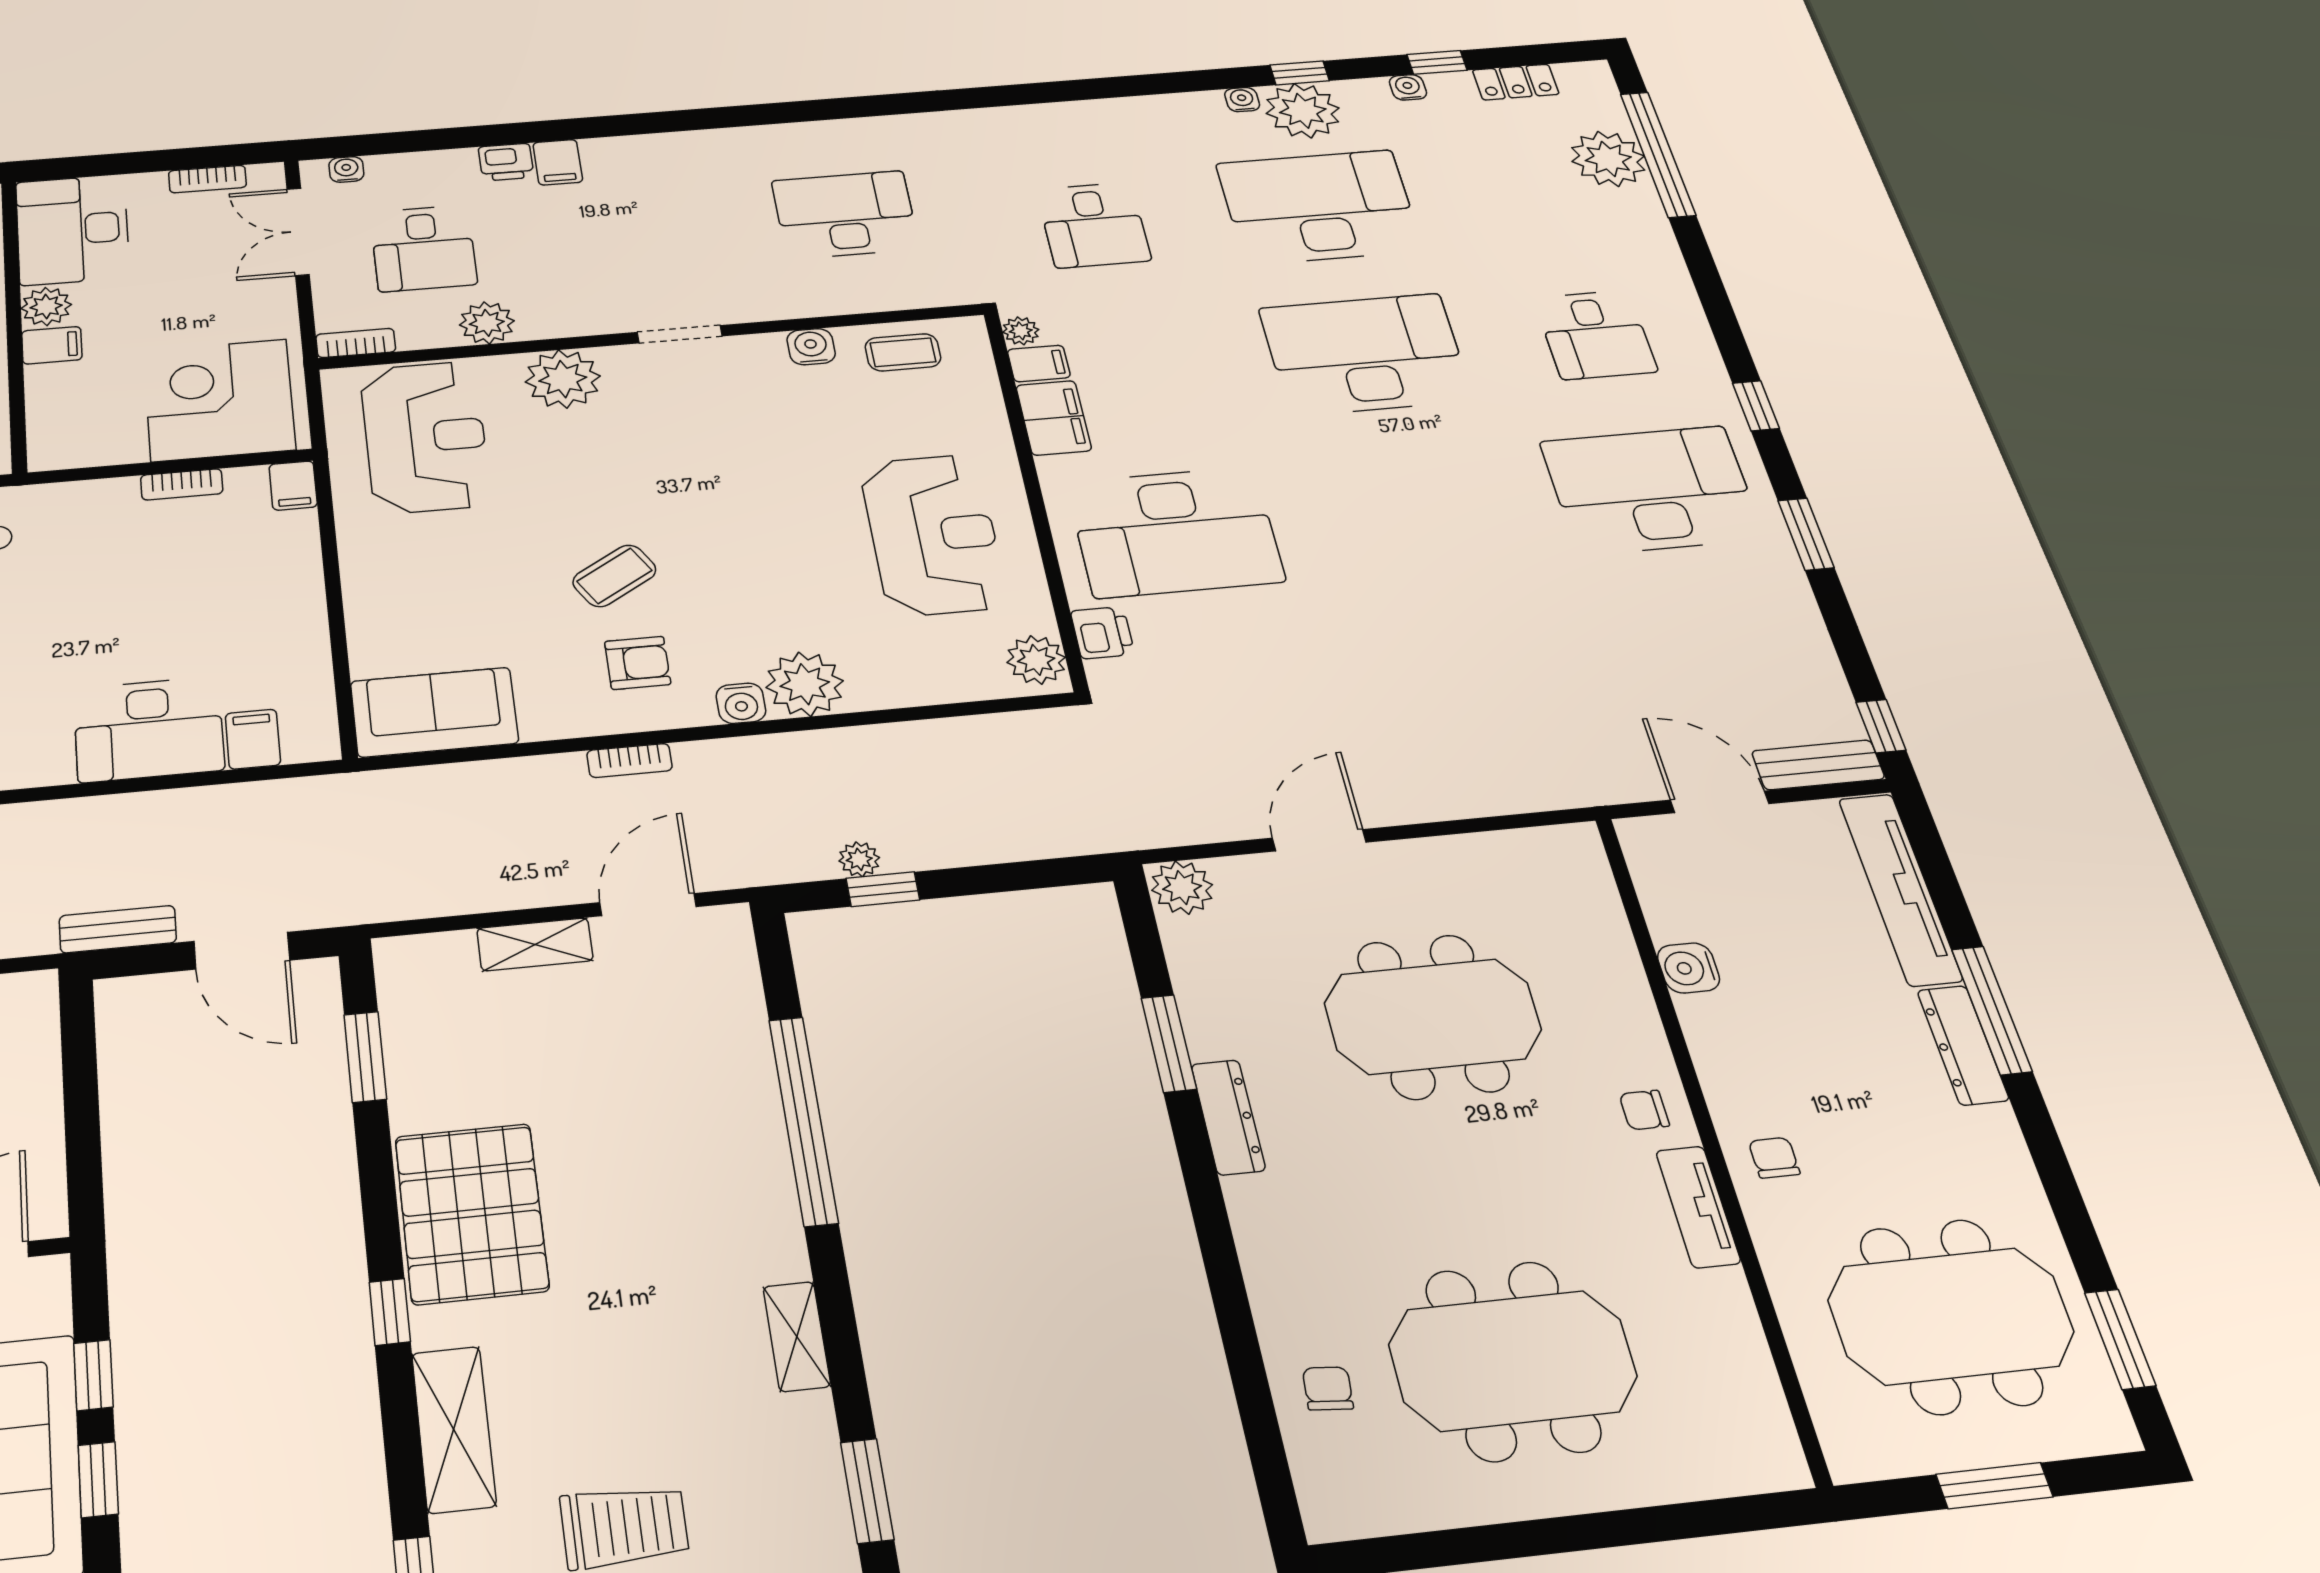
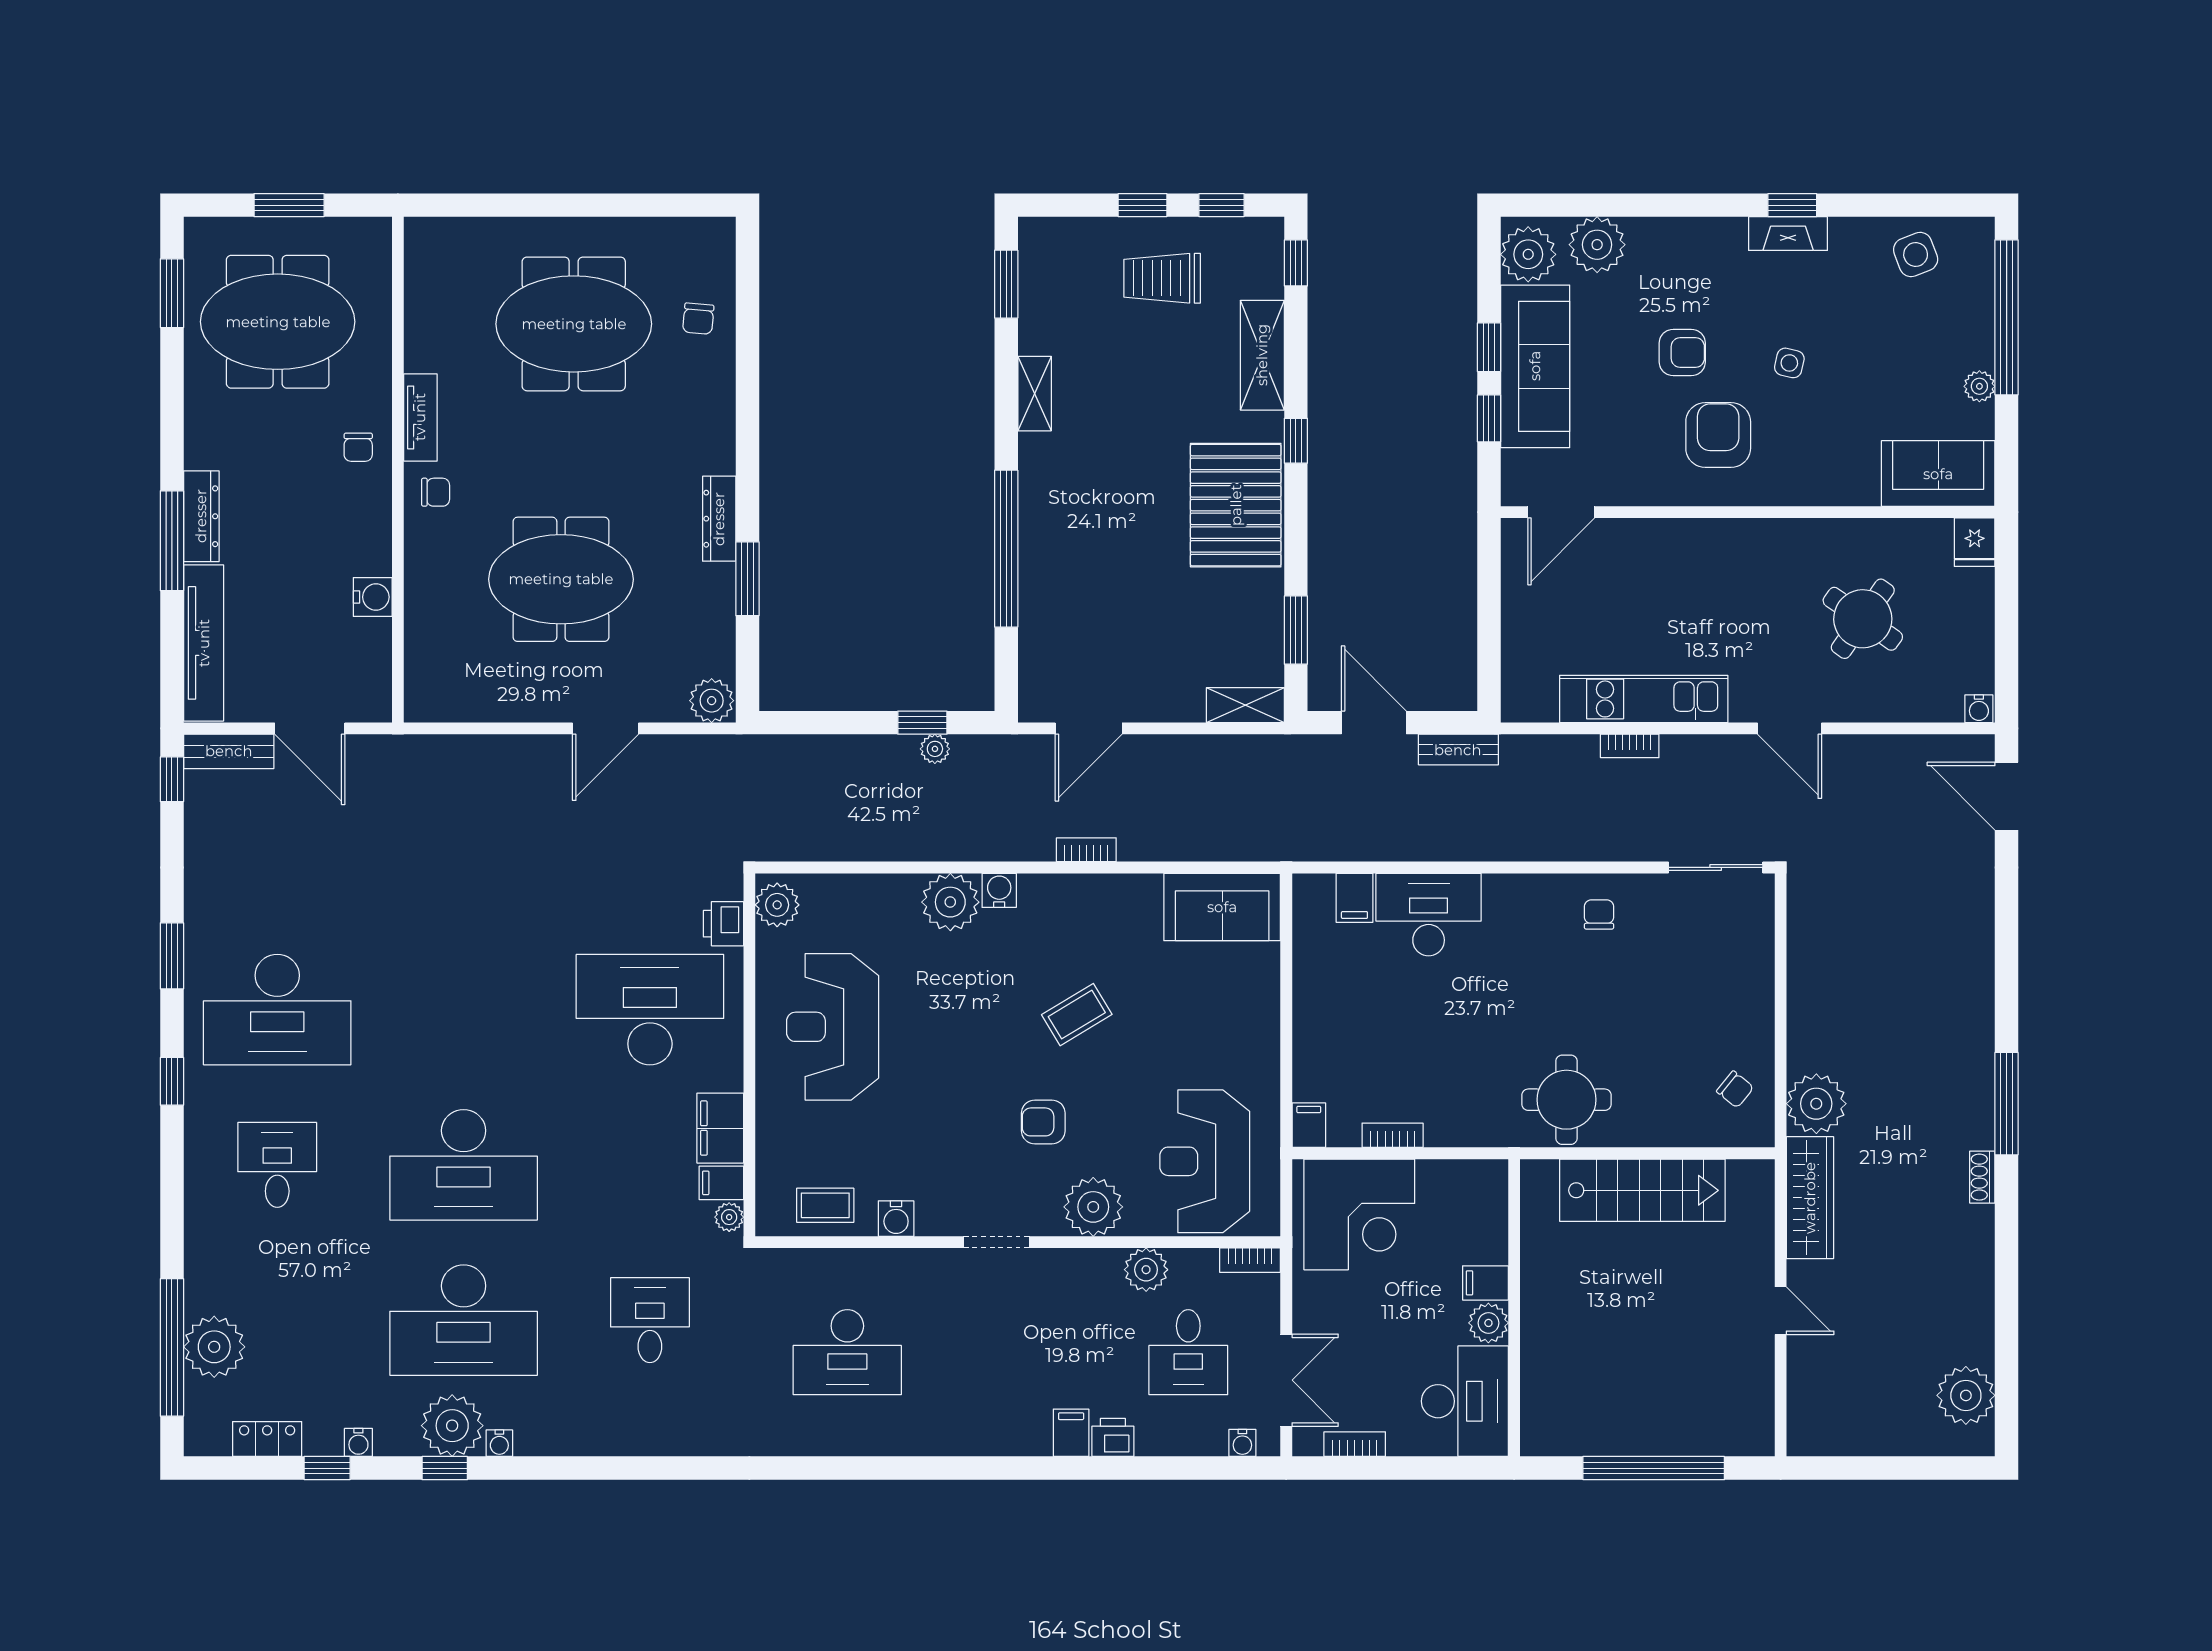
desk: (423, 248) -> (1188, 1352), turned 180
armchair: (638, 663) -> (1043, 1122), moved
shelving: (535, 944) -> (1245, 705), moved

